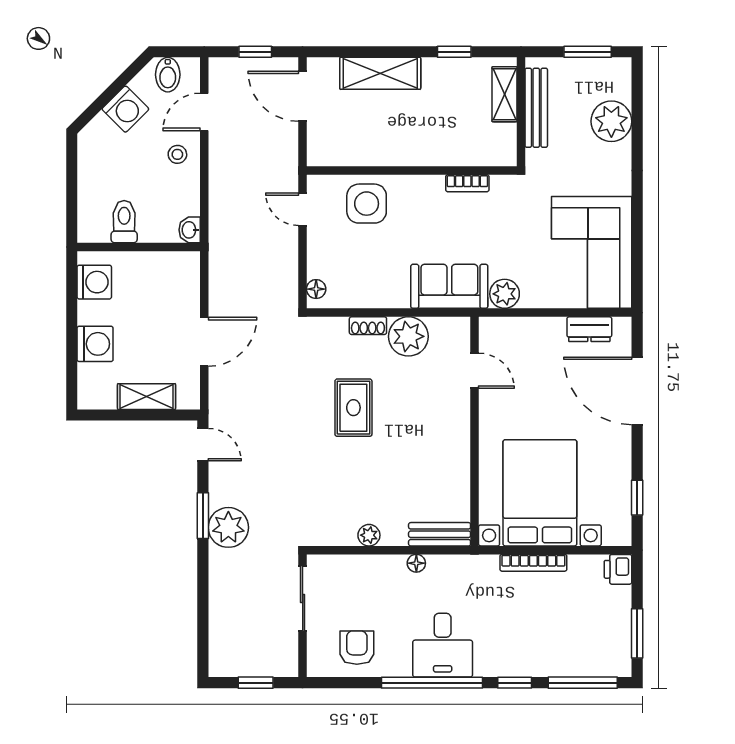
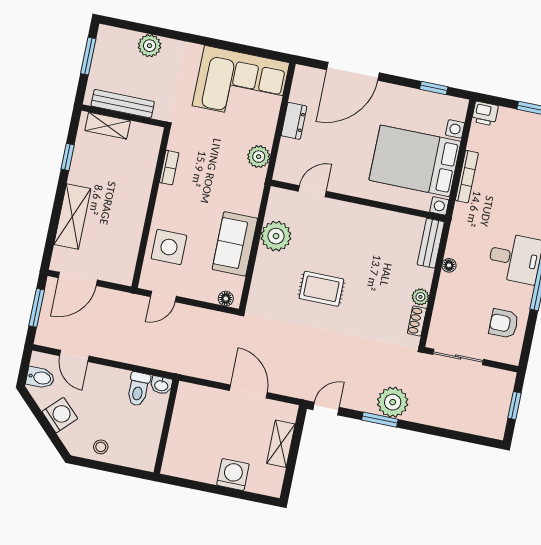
window: (255, 52) -> (37, 308), width x1.50
plant: (611, 121) -> (150, 46), width x0.73, depth x0.73
stool: (177, 154) -> (101, 447), moved
toilet: (124, 222) -> (138, 389), moved, turned -90
washing machine: (94, 282) -> (186, 466), removed
sofa: (449, 286) -> (235, 244), moved
shoe rack: (368, 326) -> (417, 321), moved, turned 180
dresser: (589, 329) -> (294, 121), moved

